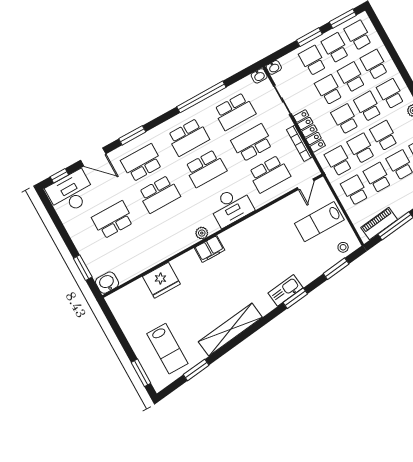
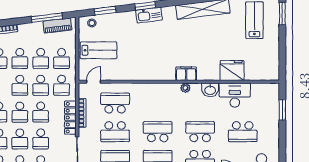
desk: (231, 206) -> (235, 95), moved
washbasin: (107, 283) -> (210, 90), moved

